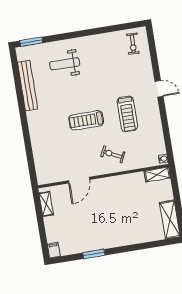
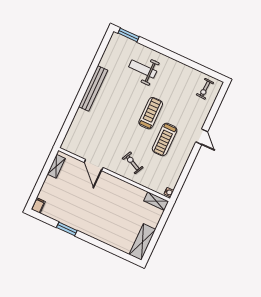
bench: (28, 86) -> (93, 88), moved
treadmill: (86, 120) -> (151, 113), moved, turned 90
door: (79, 180) -> (94, 165), hinge flipped

